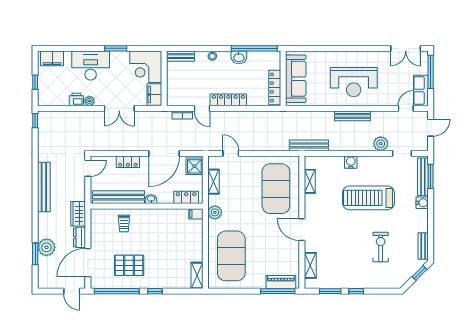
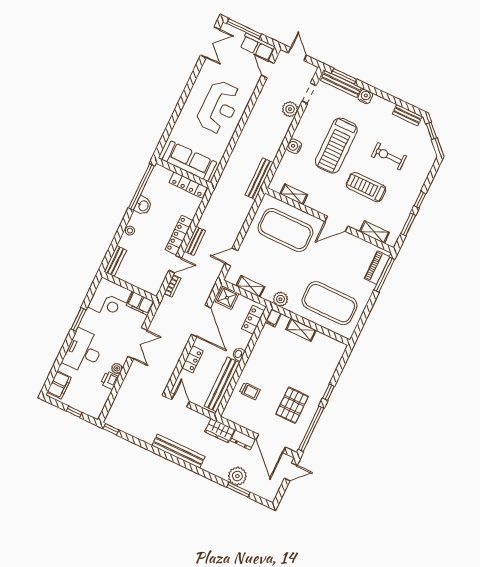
bench: (353, 116) -> (195, 241), moved, width x0.73
treadmill: (345, 240) -> (366, 187), added
shelving: (197, 275) -> (301, 330), moved

